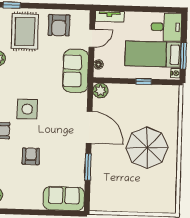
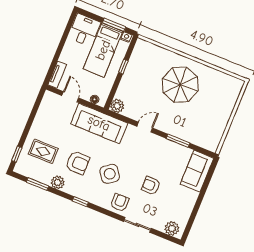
armchair: (59, 25) -> (78, 163), moved
rug: (25, 31) -> (43, 151), width x0.73, depth x0.70
sofa: (76, 71) -> (99, 123), width x1.36
side table: (27, 109) -> (110, 174), turned -37
door: (89, 127) -> (145, 127), width x0.53

